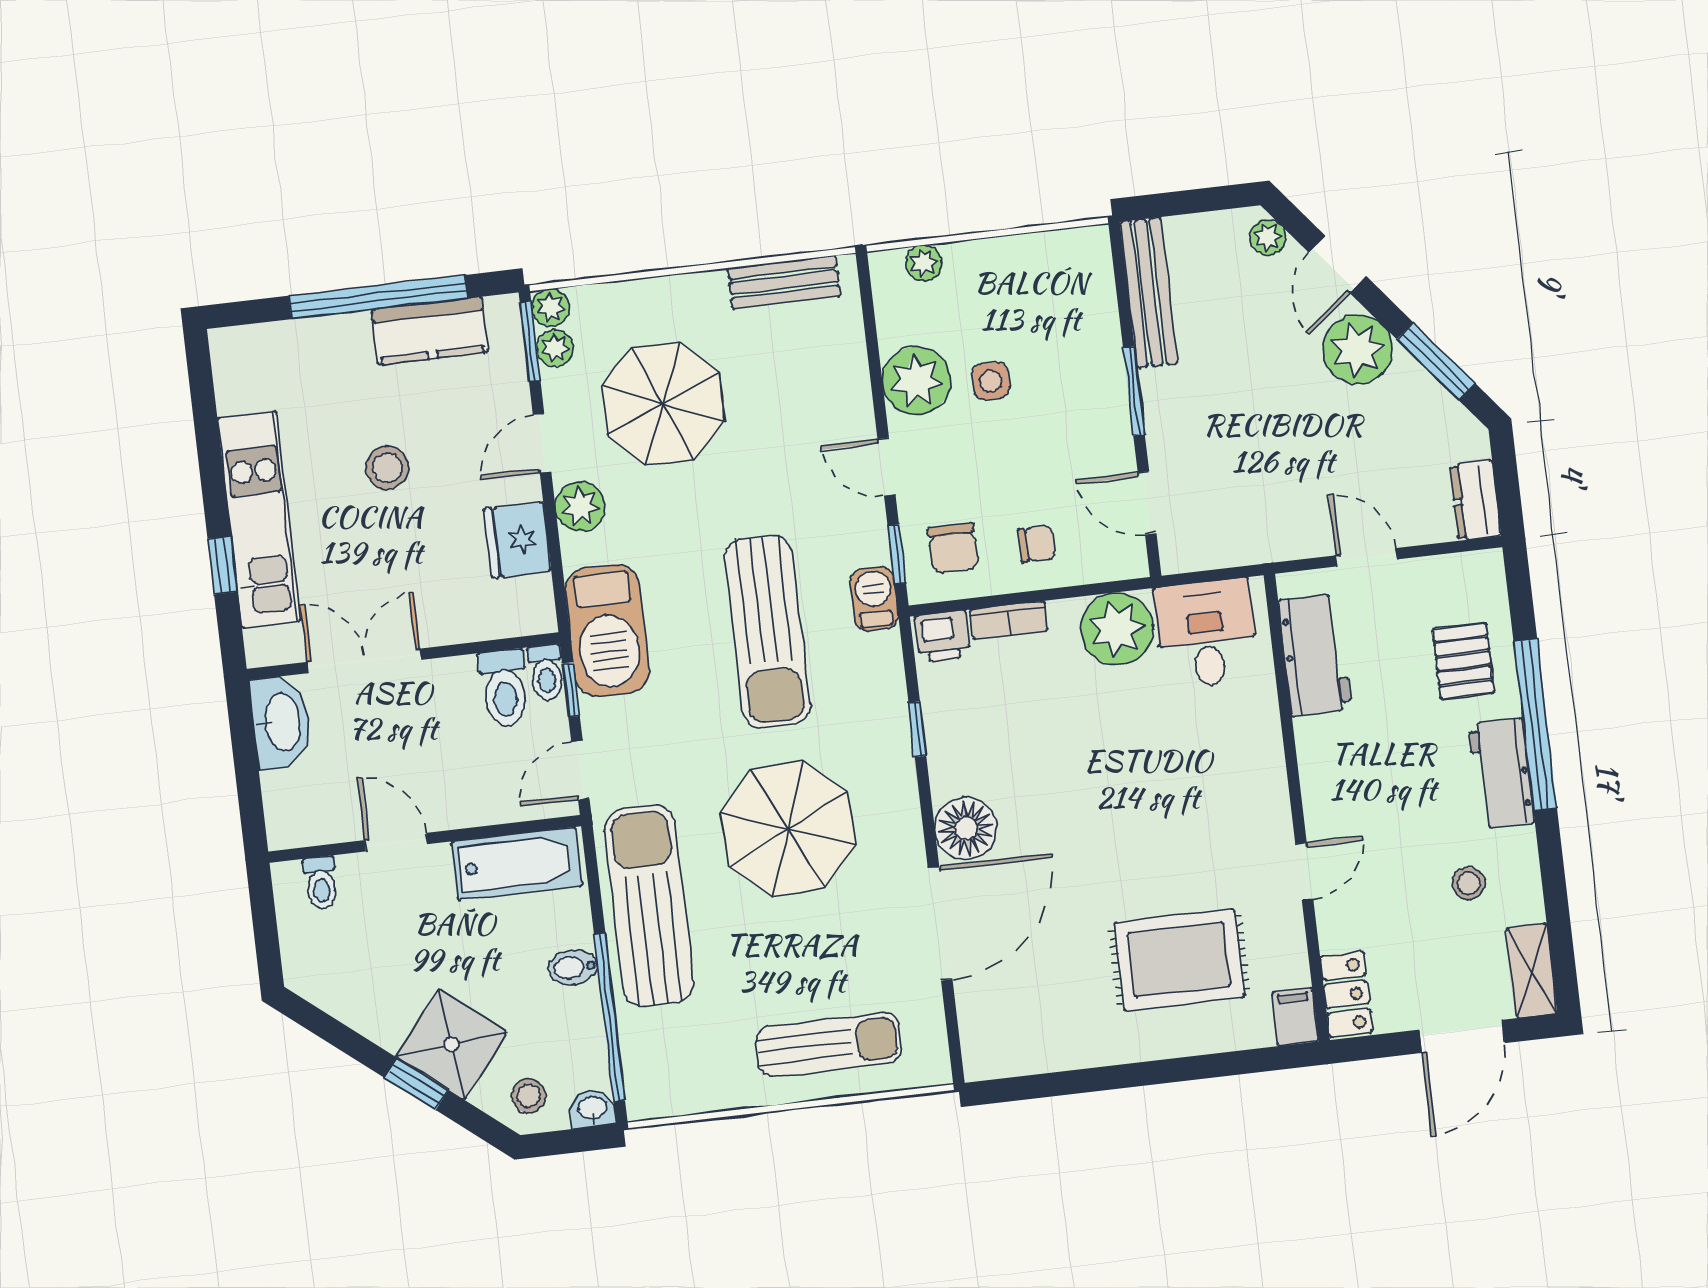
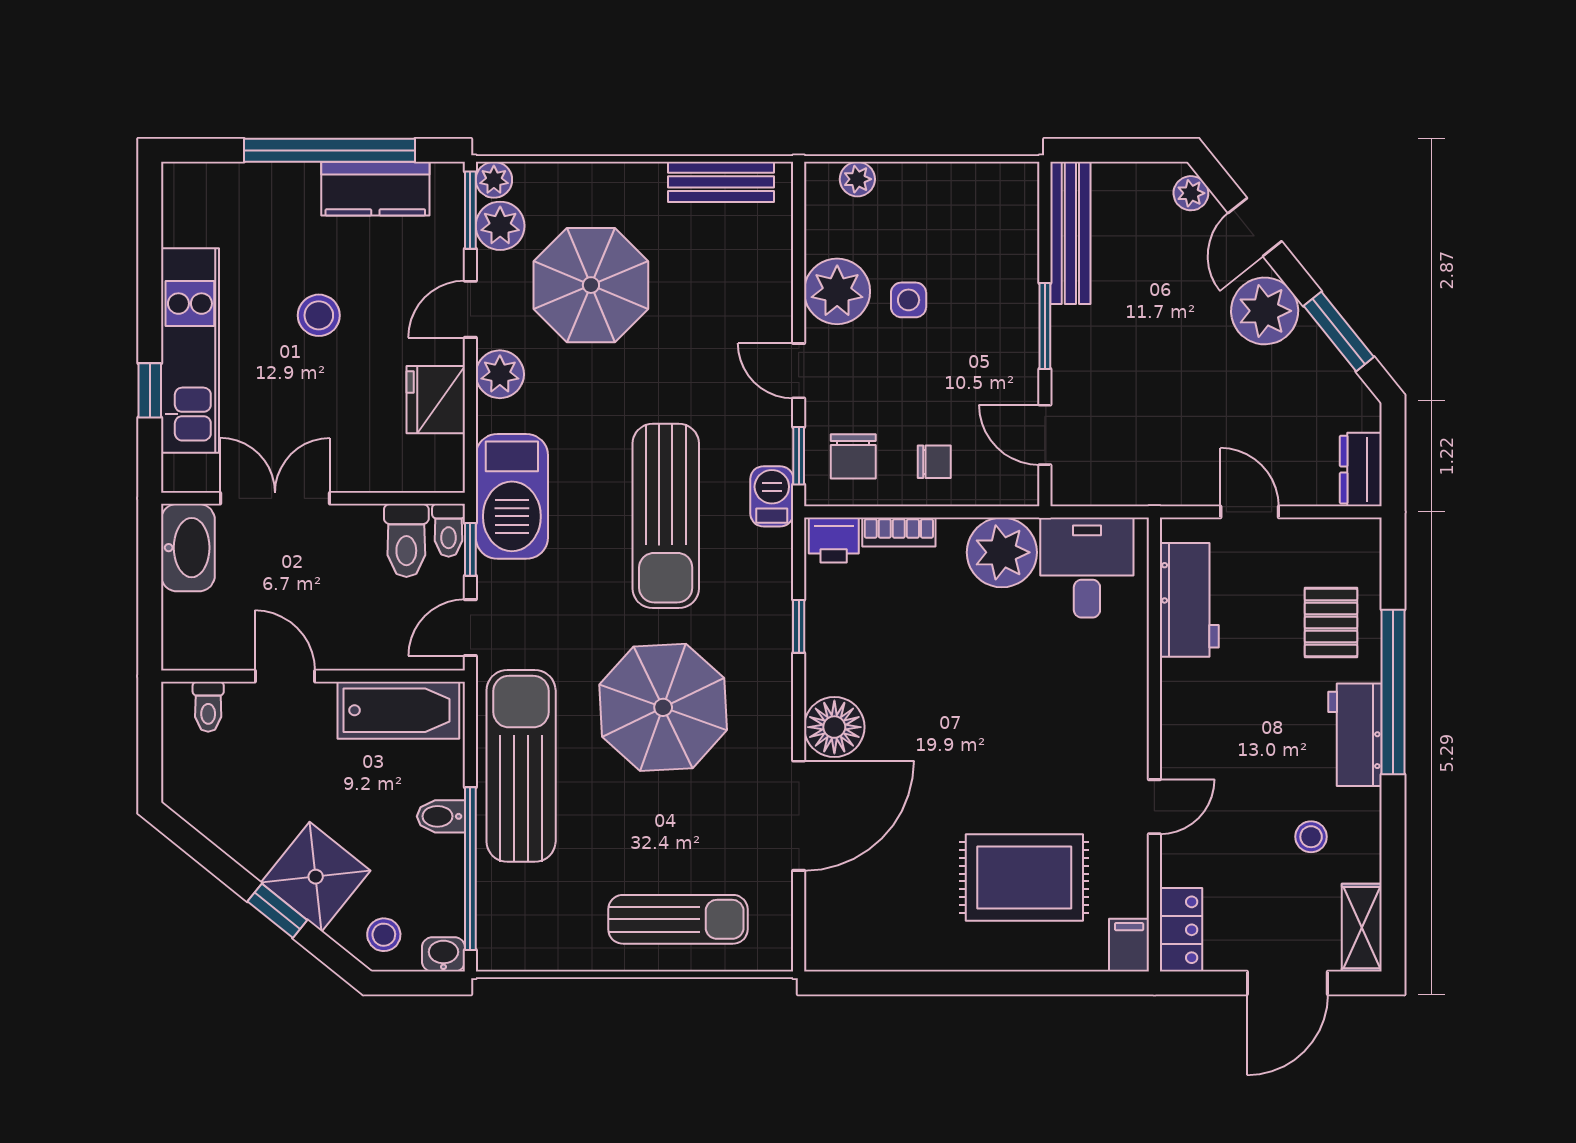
plant: (555, 348) -> (500, 226), width x1.38, depth x1.38

